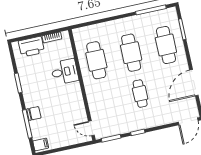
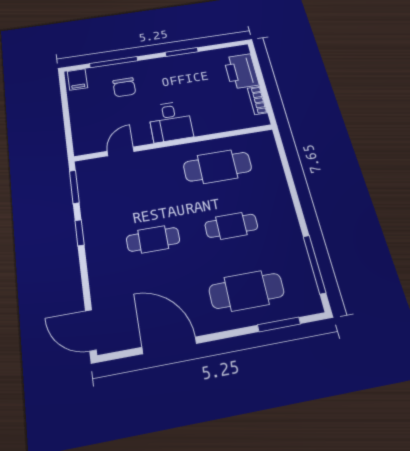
cafe table: (131, 53) -> (231, 226), width x0.73, depth x0.74
desk: (65, 72) -> (170, 122), moved
chair: (34, 113) -> (124, 87), moved
door: (91, 128) -> (121, 151), moved

